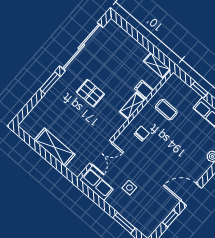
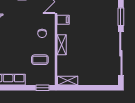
filing cabinet: (144, 89) -> (63, 20), moved
window: (199, 90) -> (43, 88), moved
pallet: (90, 93) -> (92, 31), removed

